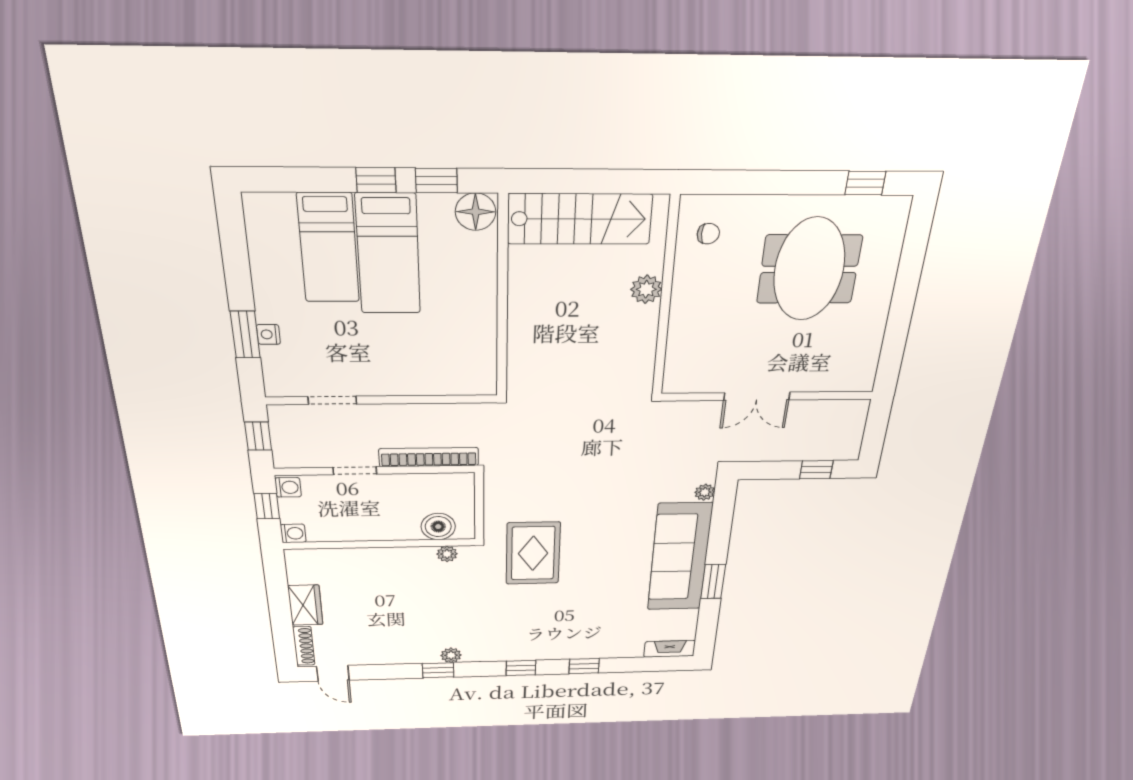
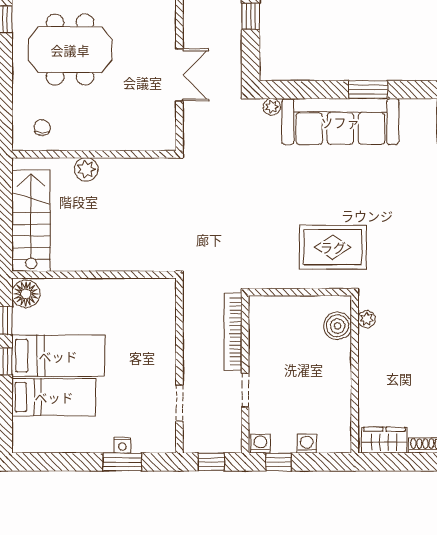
boiler: (438, 527) -> (338, 326), moved
wall: (380, 544) -> (355, 374), moved
plant: (447, 554) -> (367, 319), moved

